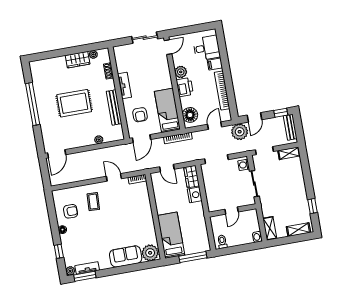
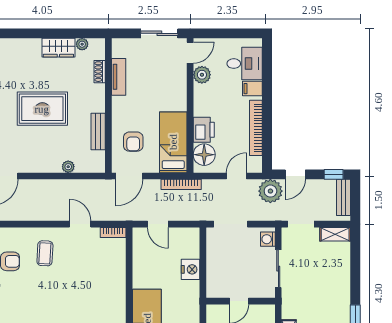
plant: (181, 72) -> (202, 75), moved
tv unit: (125, 86) -> (119, 77), moved
printer: (185, 87) -> (204, 130), moved
bench: (114, 107) -> (98, 131), width x0.73
wardrobe: (192, 177) -> (191, 243), removed

